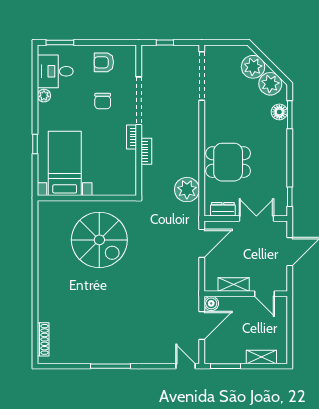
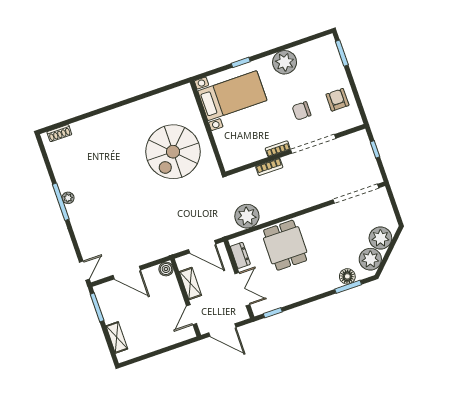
desk: (55, 71) -> (314, 58), removed
plant: (44, 96) -> (285, 62), width x1.87, depth x1.87
shelving: (234, 285) -> (190, 283), moved
wall: (246, 294) -> (186, 298), moved
door: (264, 294) -> (192, 315), moved
boiler: (211, 303) -> (166, 269), moved
shoe rack: (43, 339) -> (59, 133), width x0.70
plant: (109, 358) -> (68, 198), added

